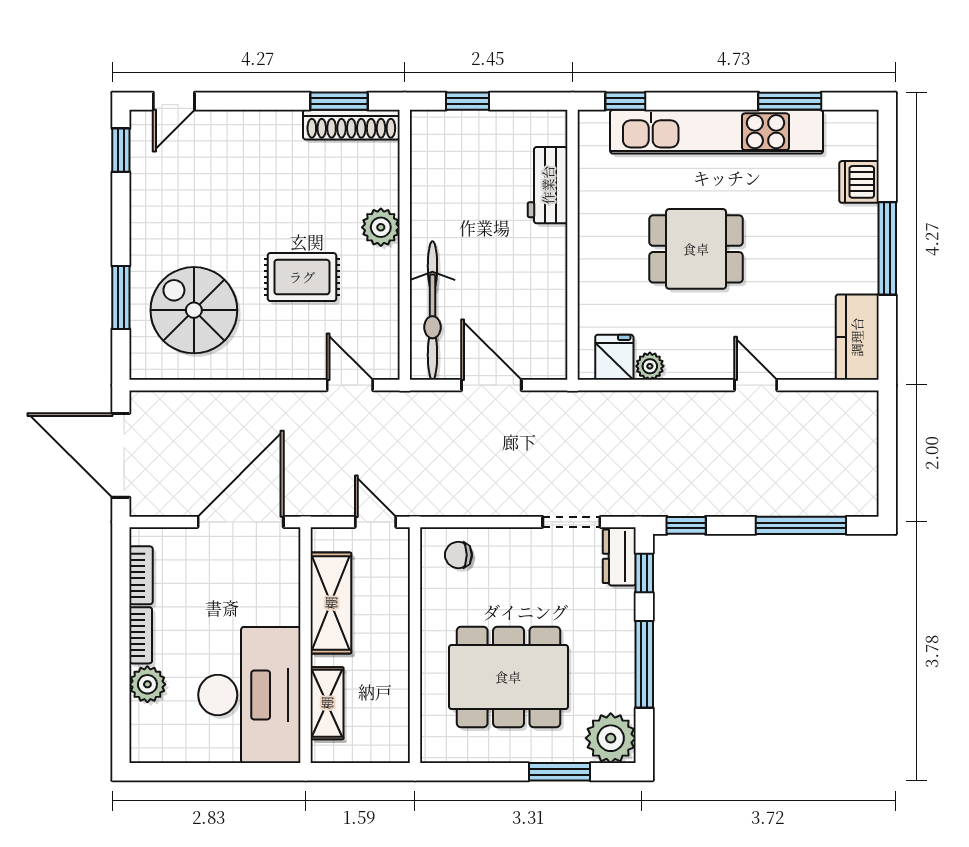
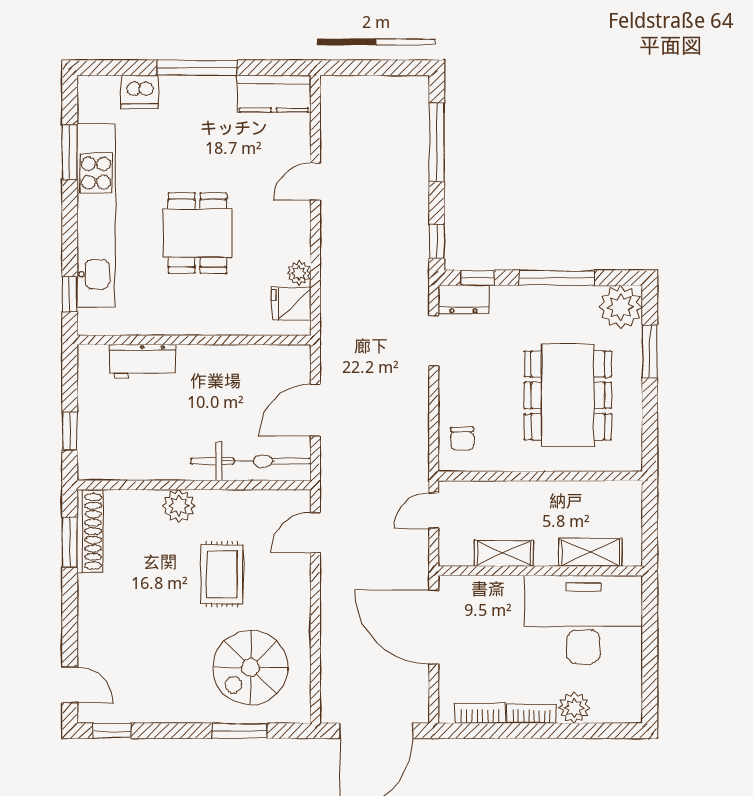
shelving: (331, 603) -> (504, 553), width x0.67, depth x0.75

